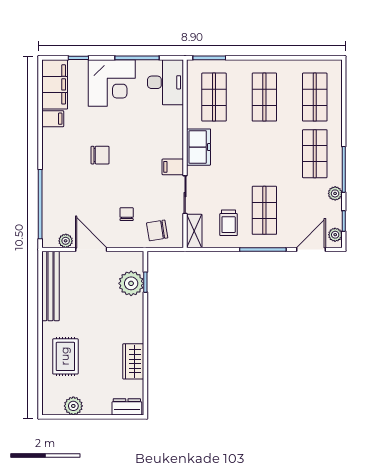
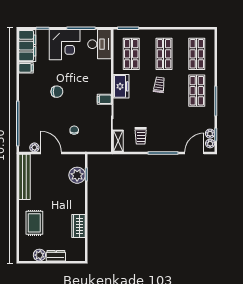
trolley: (257, 145) -> (159, 85), added
plant: (335, 193) -> (210, 134), moved
shop shelf: (264, 210) -> (164, 128), removed
chair: (157, 230) -> (94, 141), removed
dresser: (127, 407) -> (56, 256), moved

